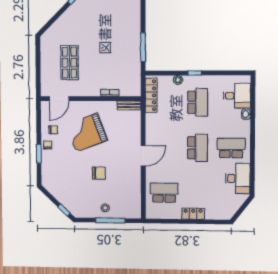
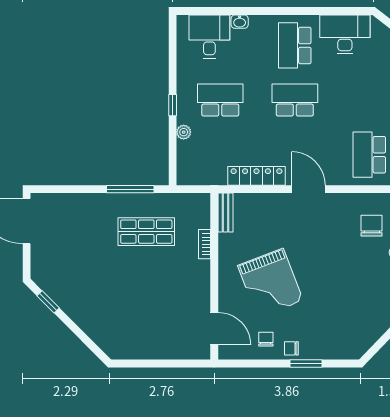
shop shelf: (69, 63) -> (146, 232), moved
locker: (151, 95) -> (256, 176), moved
chair: (99, 173) -> (372, 226), moved

